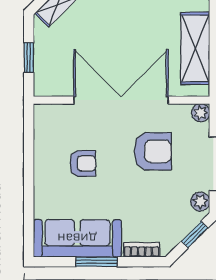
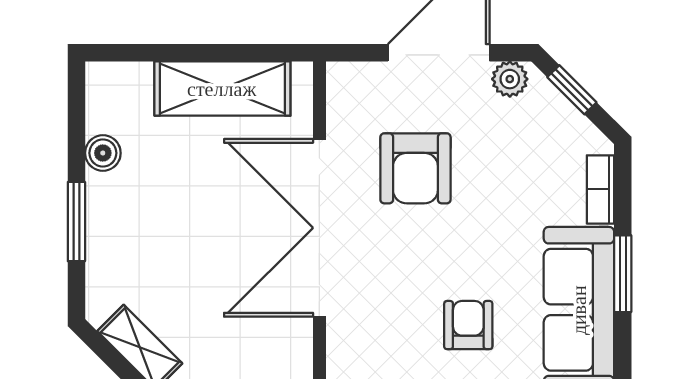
plant: (201, 113) -> (343, 78), removed
armchair: (153, 151) -> (415, 168), turned 180
armchair: (83, 163) -> (468, 325), moved

